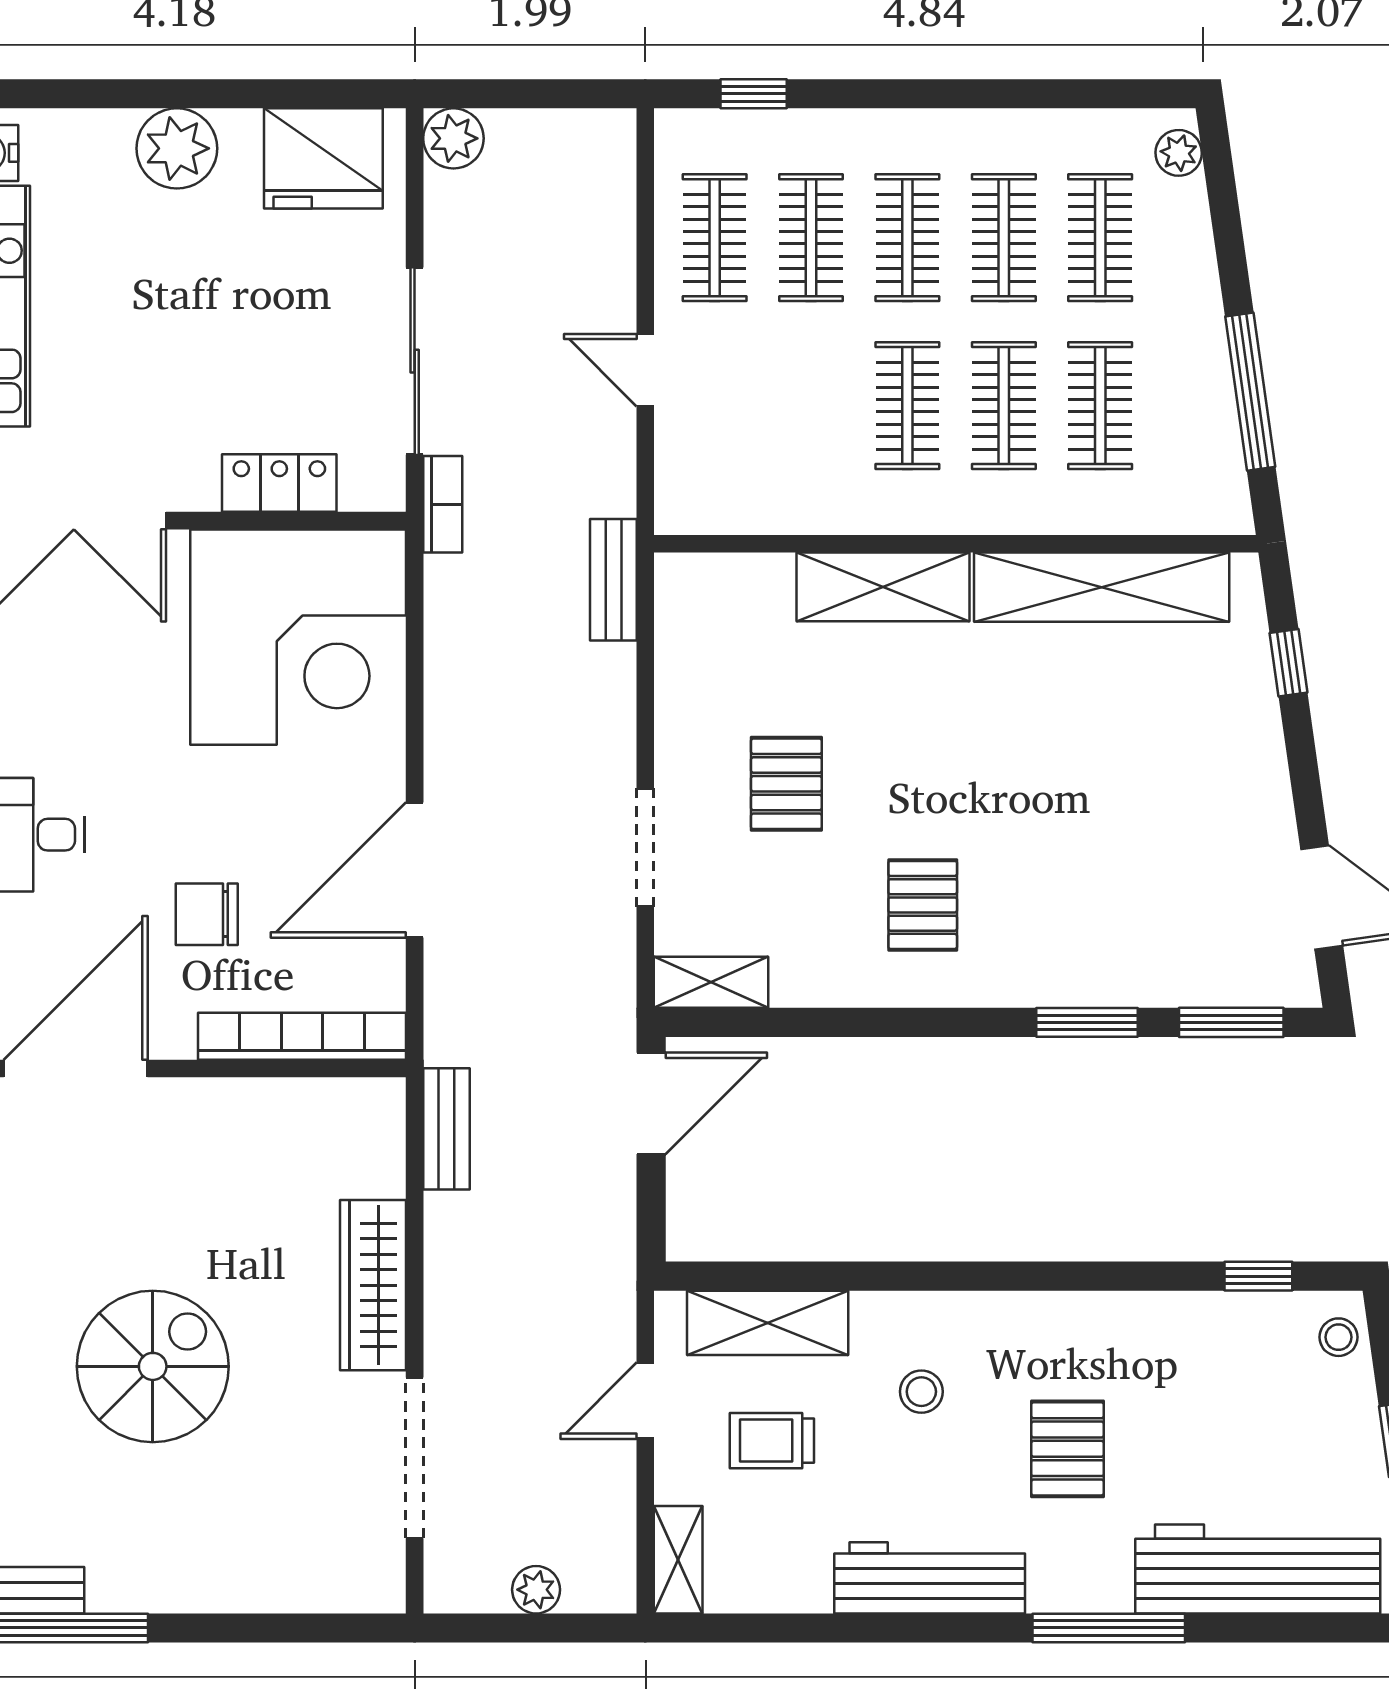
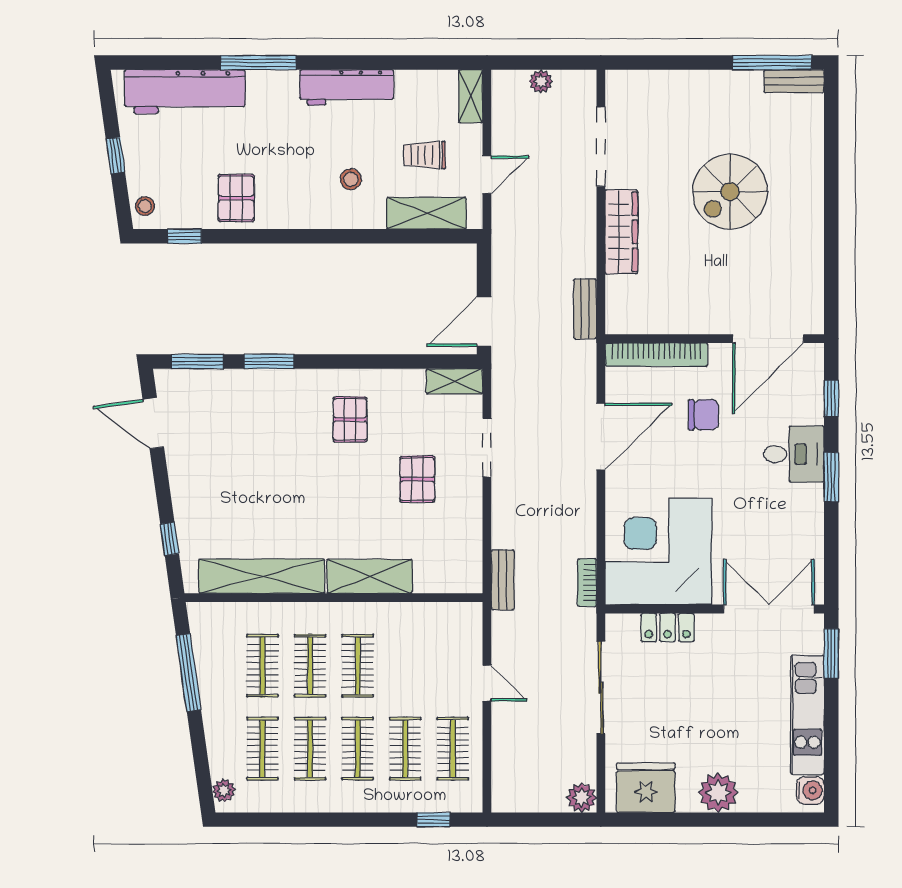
bookcase: (443, 504) -> (587, 583), moved
trolley: (772, 1441) -> (424, 155), turned 180
pallet: (1068, 1449) -> (236, 198), moved

